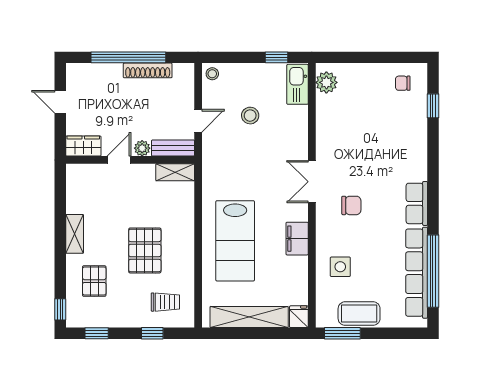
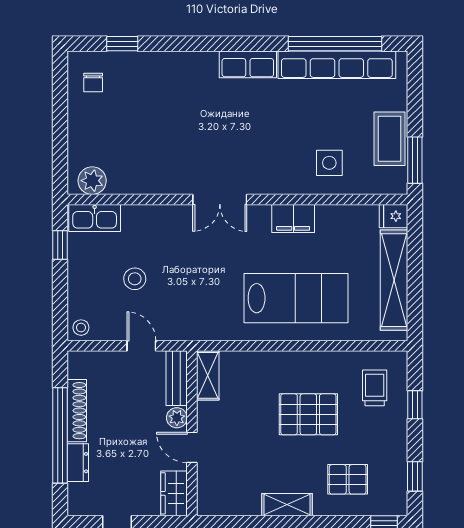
dresser: (107, 71) -> (78, 463), added
chair: (351, 205) -> (250, 149), removed

